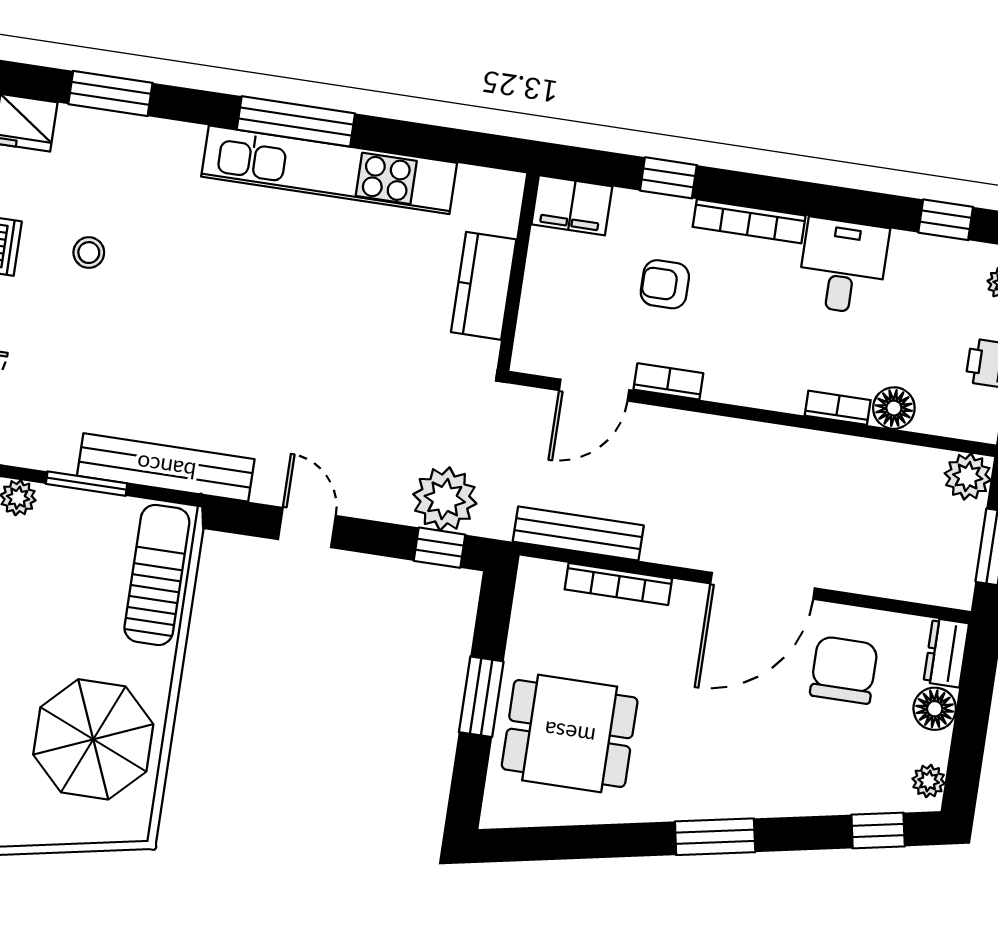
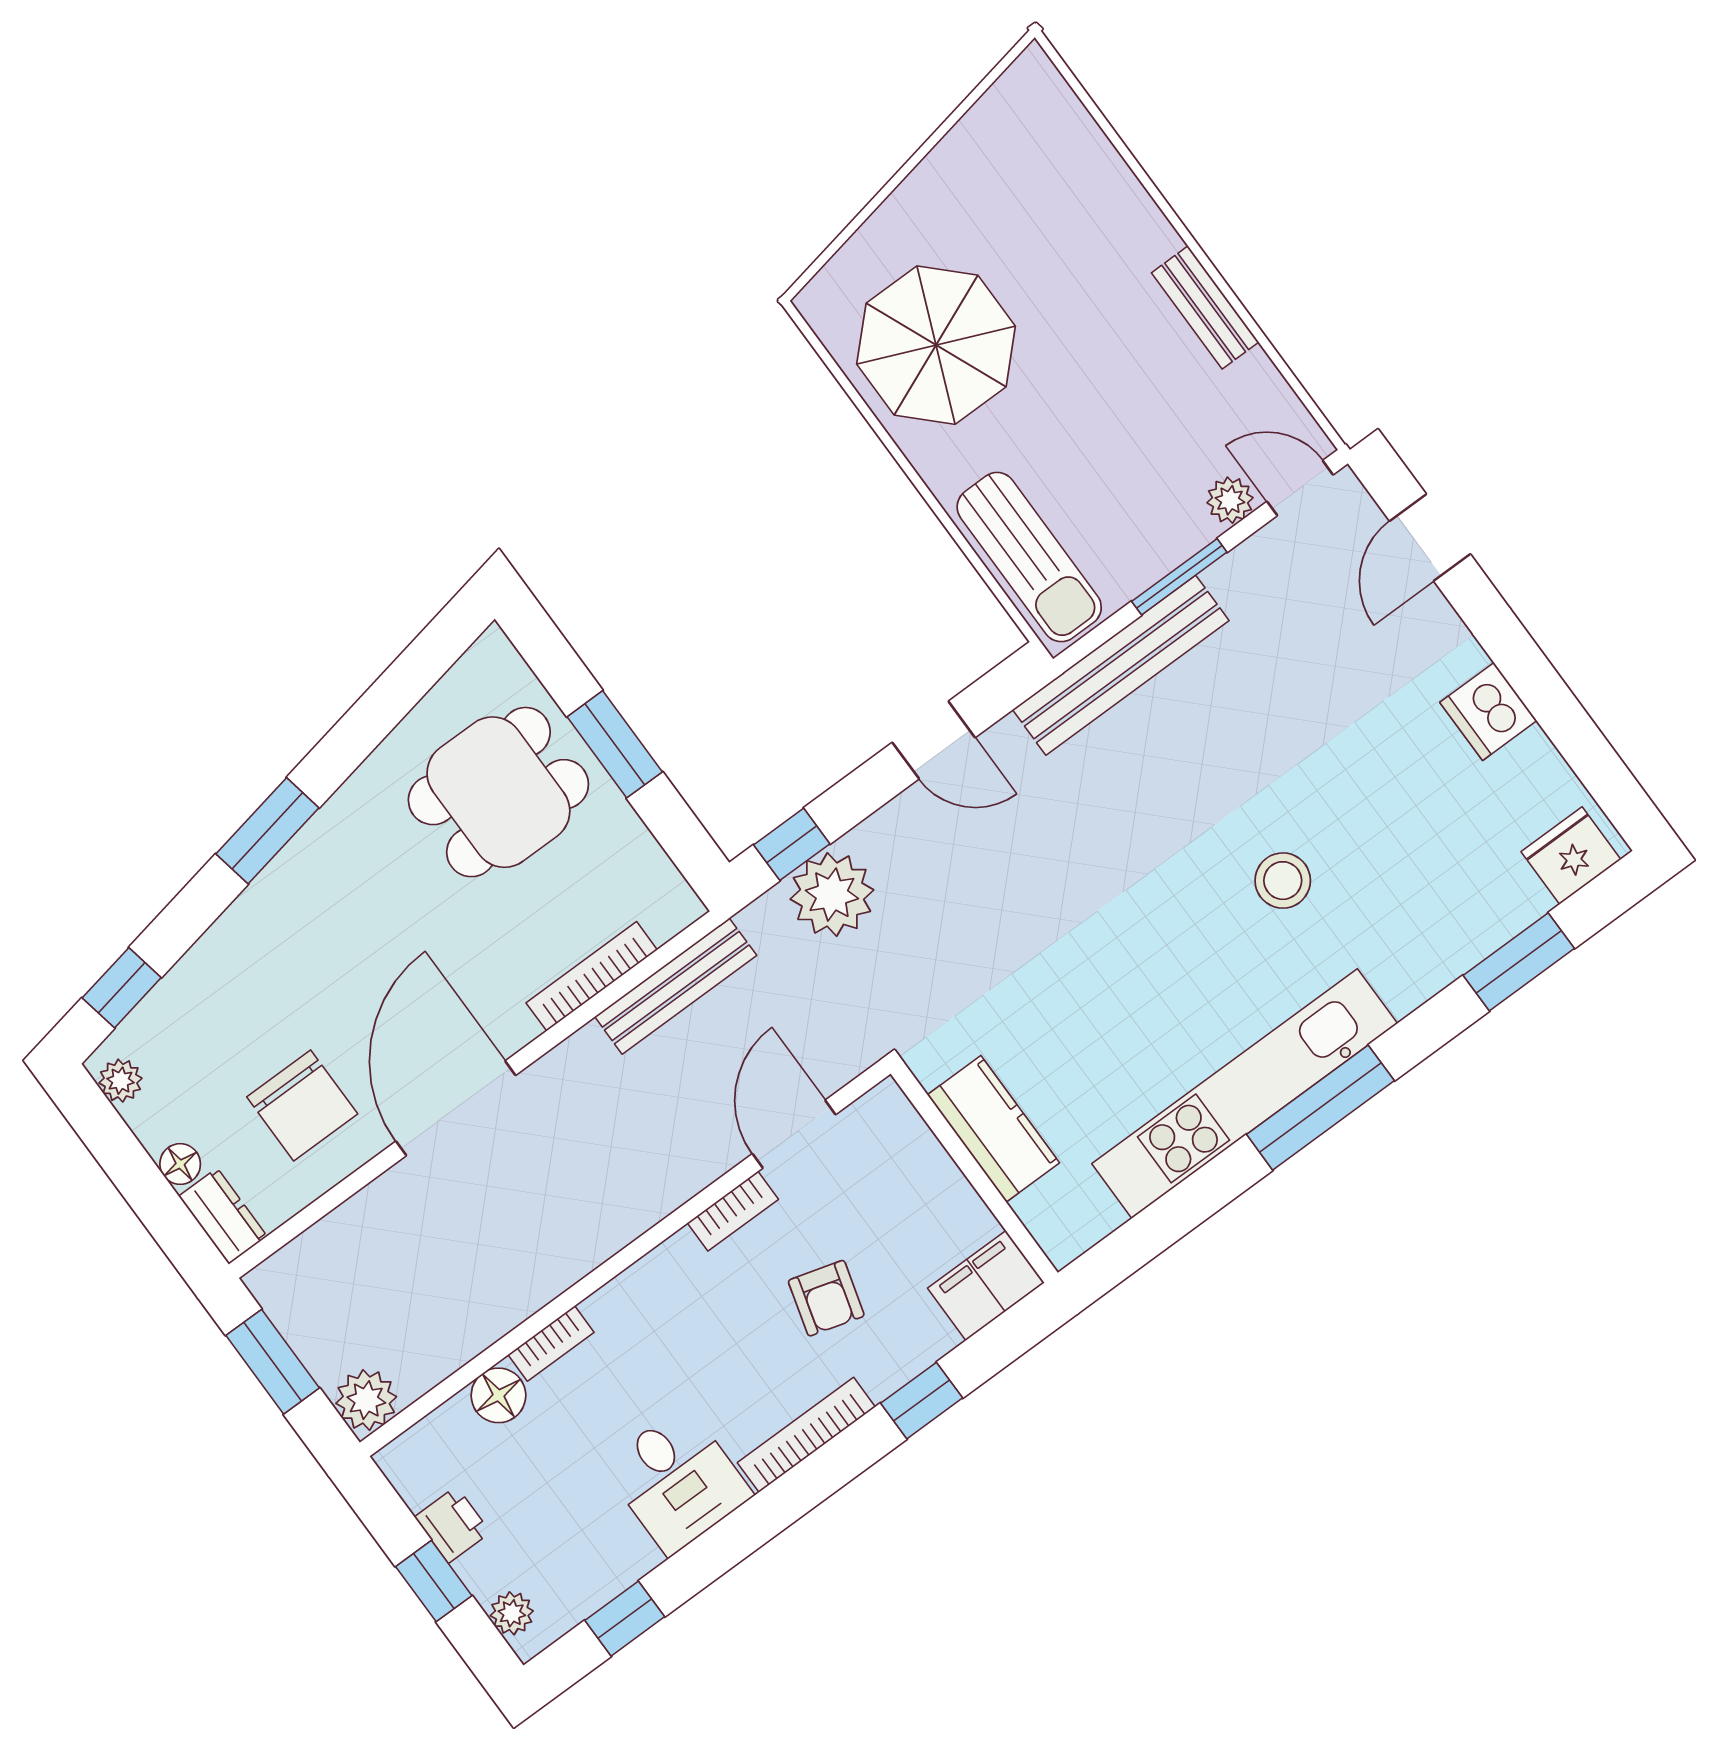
stool: (89, 253) -> (1283, 881), moved, width x1.37, depth x1.37
armchair: (665, 284) -> (826, 1298), turned 106
floor lamp: (935, 709) -> (180, 1164), width x0.73, depth x0.73

